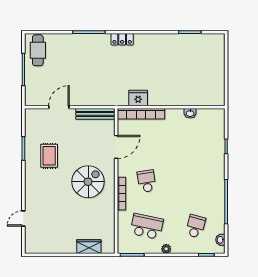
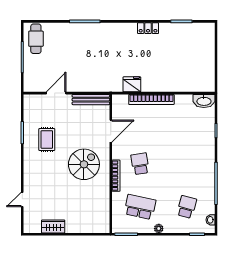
locker: (122, 39) -> (148, 28), moved
washbasin: (190, 113) -> (204, 101), moved, width x1.91, depth x1.45
bookcase: (141, 114) -> (151, 99), moved
wardrobe: (89, 247) -> (53, 226), moved

